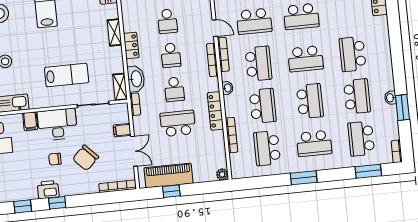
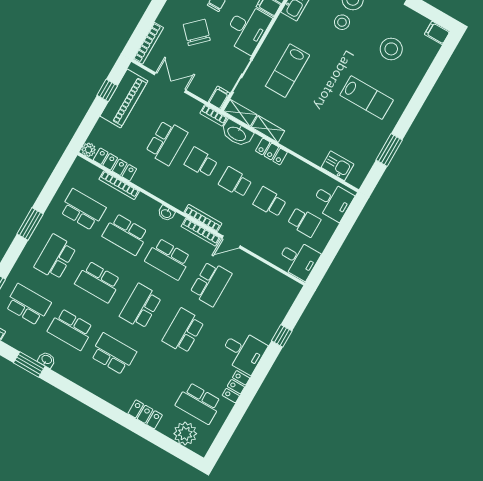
school desk: (254, 21) -> (211, 284), turned 180
shelving: (114, 32) -> (268, 129), moved
locker: (215, 111) -> (115, 165), moved
filing cabinet: (122, 130) -> (219, 98), moved
double door: (134, 151) -> (170, 82), swing flipped

